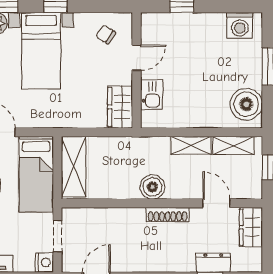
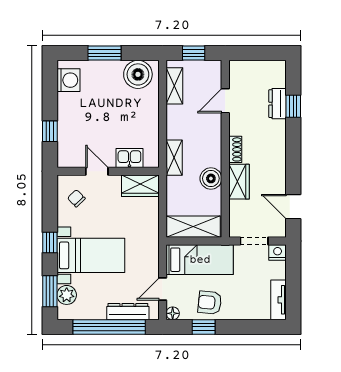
chair: (106, 34) -> (76, 198), turned 103
shelving: (191, 145) -> (174, 158), moved
boiler: (152, 187) -> (211, 178), moved
shoe rack: (168, 215) -> (235, 149), width x0.70
wardrobe: (251, 227) -> (239, 182), moved, turned -90

